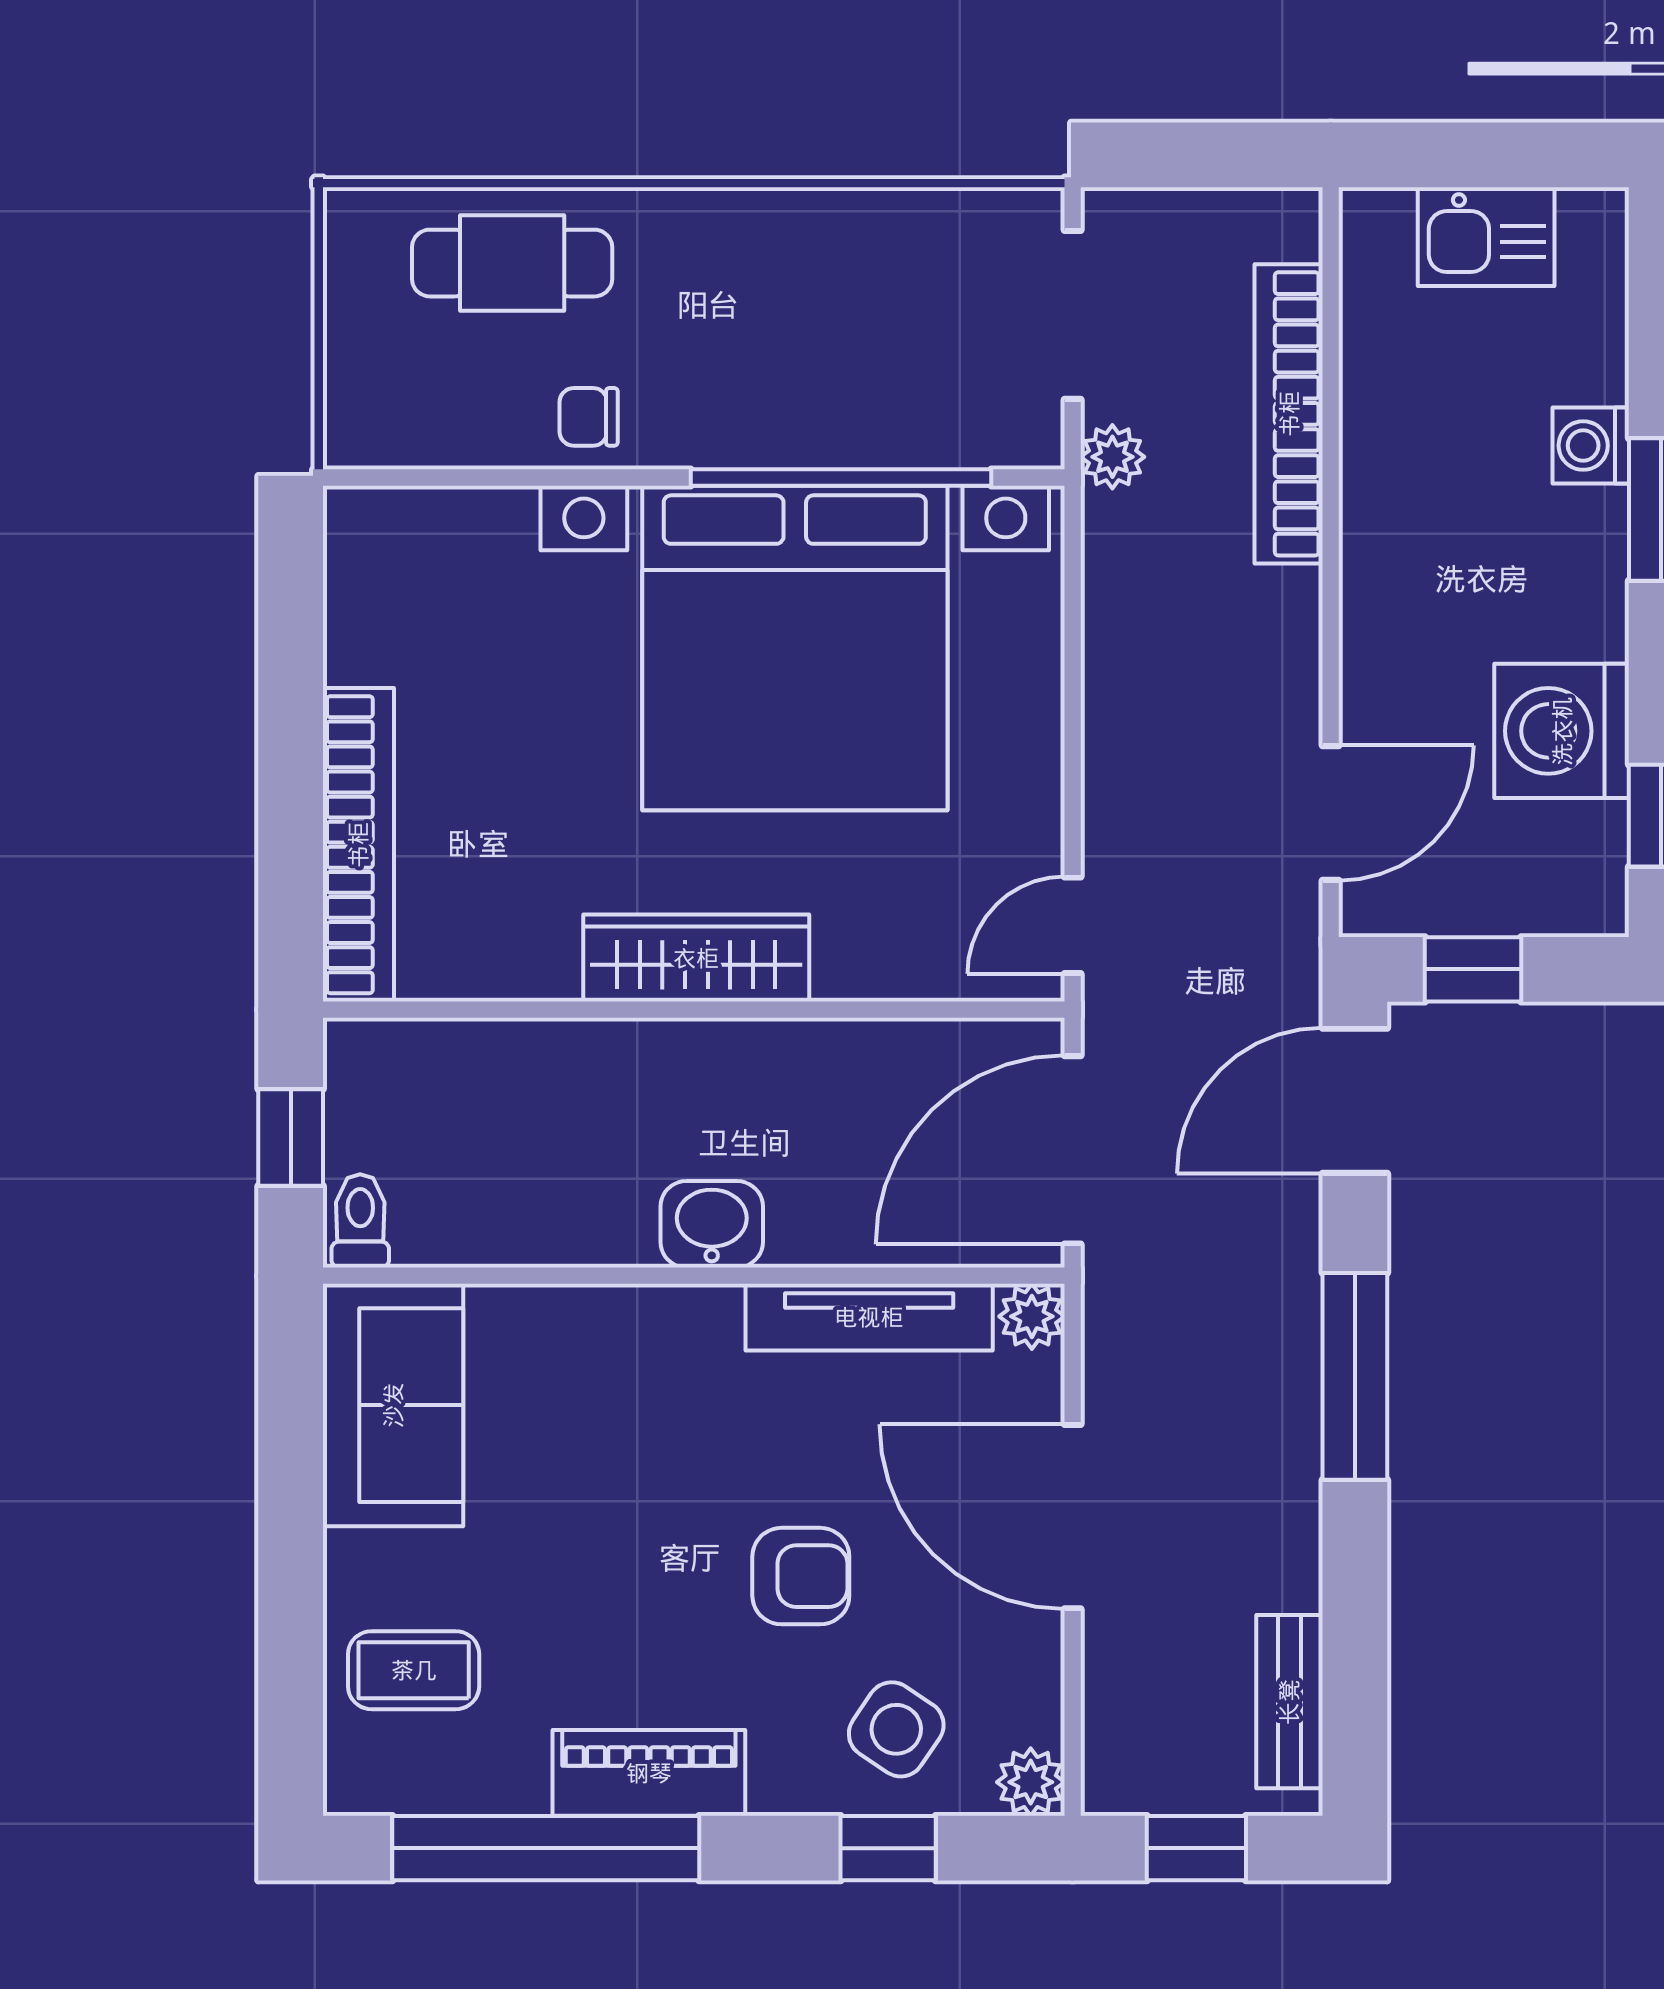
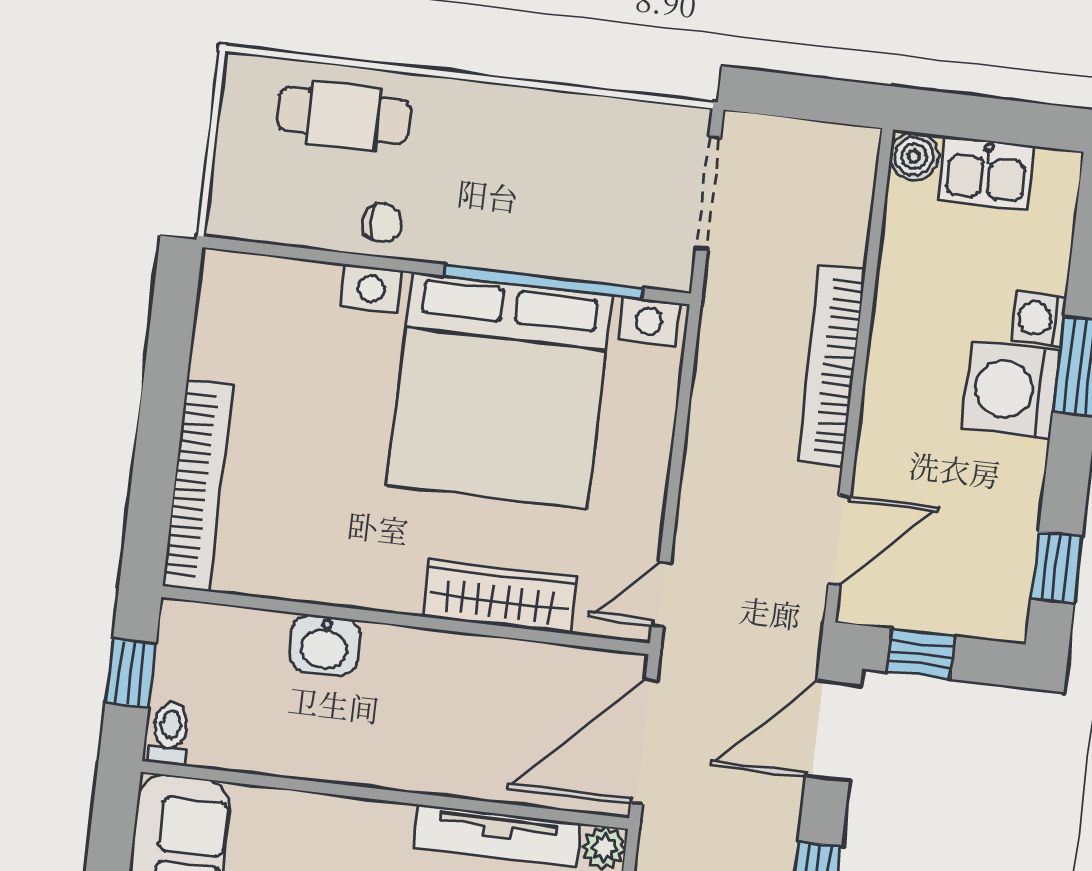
boiler: (1375, 224) -> (914, 156), added
bookcase: (1289, 414) -> (832, 366), moved
chair: (589, 417) -> (382, 222), turned 180
plant: (1112, 457) -> (723, 289), removed
washing machine: (1562, 731) -> (1011, 390), moved
wardrobe: (696, 958) -> (500, 597), moved
washbasin: (712, 1224) -> (325, 645), moved, turned 180

